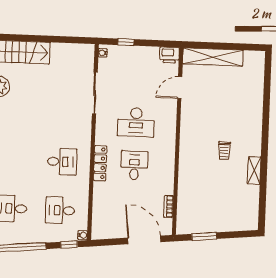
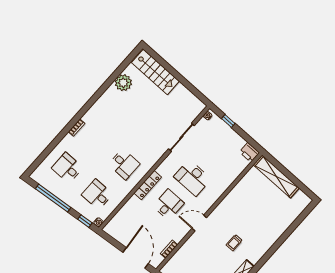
door: (180, 88) -> (199, 223), moved

